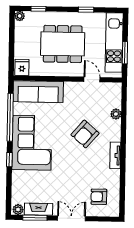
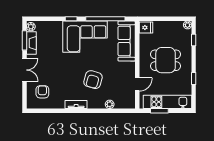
dining table: (63, 44) -> (166, 60), width x0.73
armchair: (85, 134) -> (93, 80), turned -115

